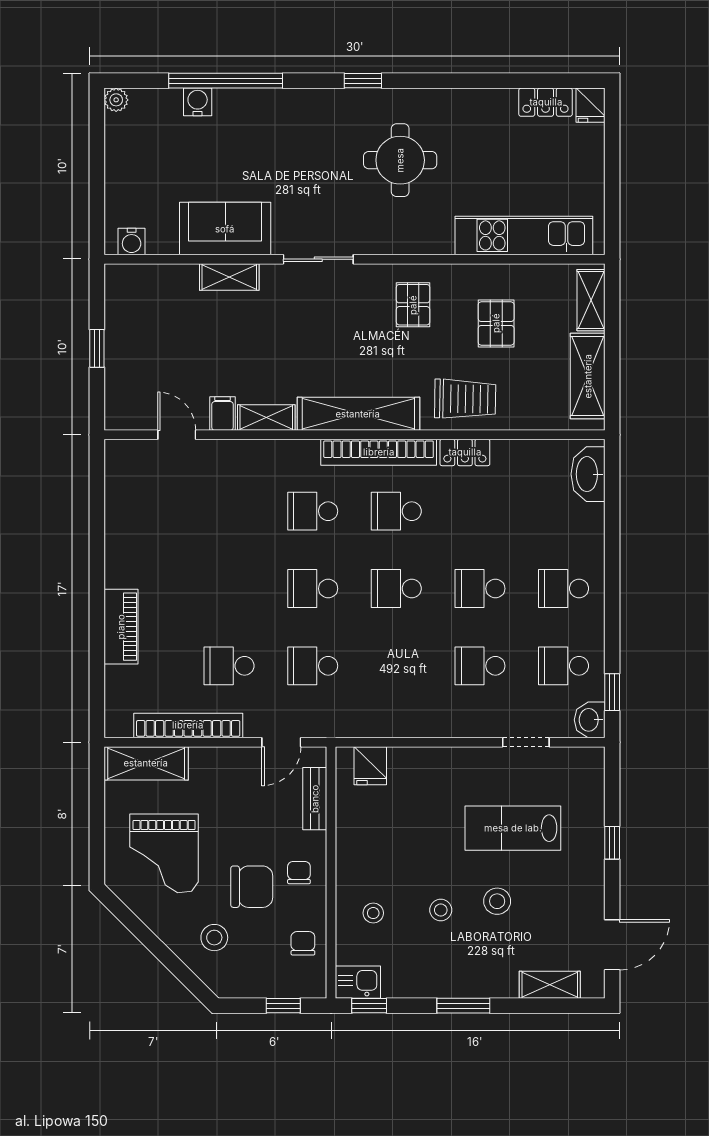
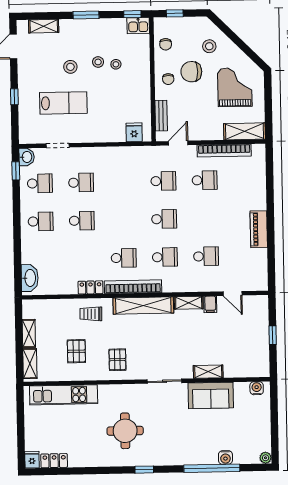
shelving: (588, 376) -> (29, 333), width x0.67, depth x0.75
trolley: (465, 399) -> (91, 314), width x0.73, depth x0.72
school desk: (396, 589) -> (206, 256), moved
piano: (121, 627) -> (259, 229), moved
stool: (373, 913) -> (116, 64), moved

